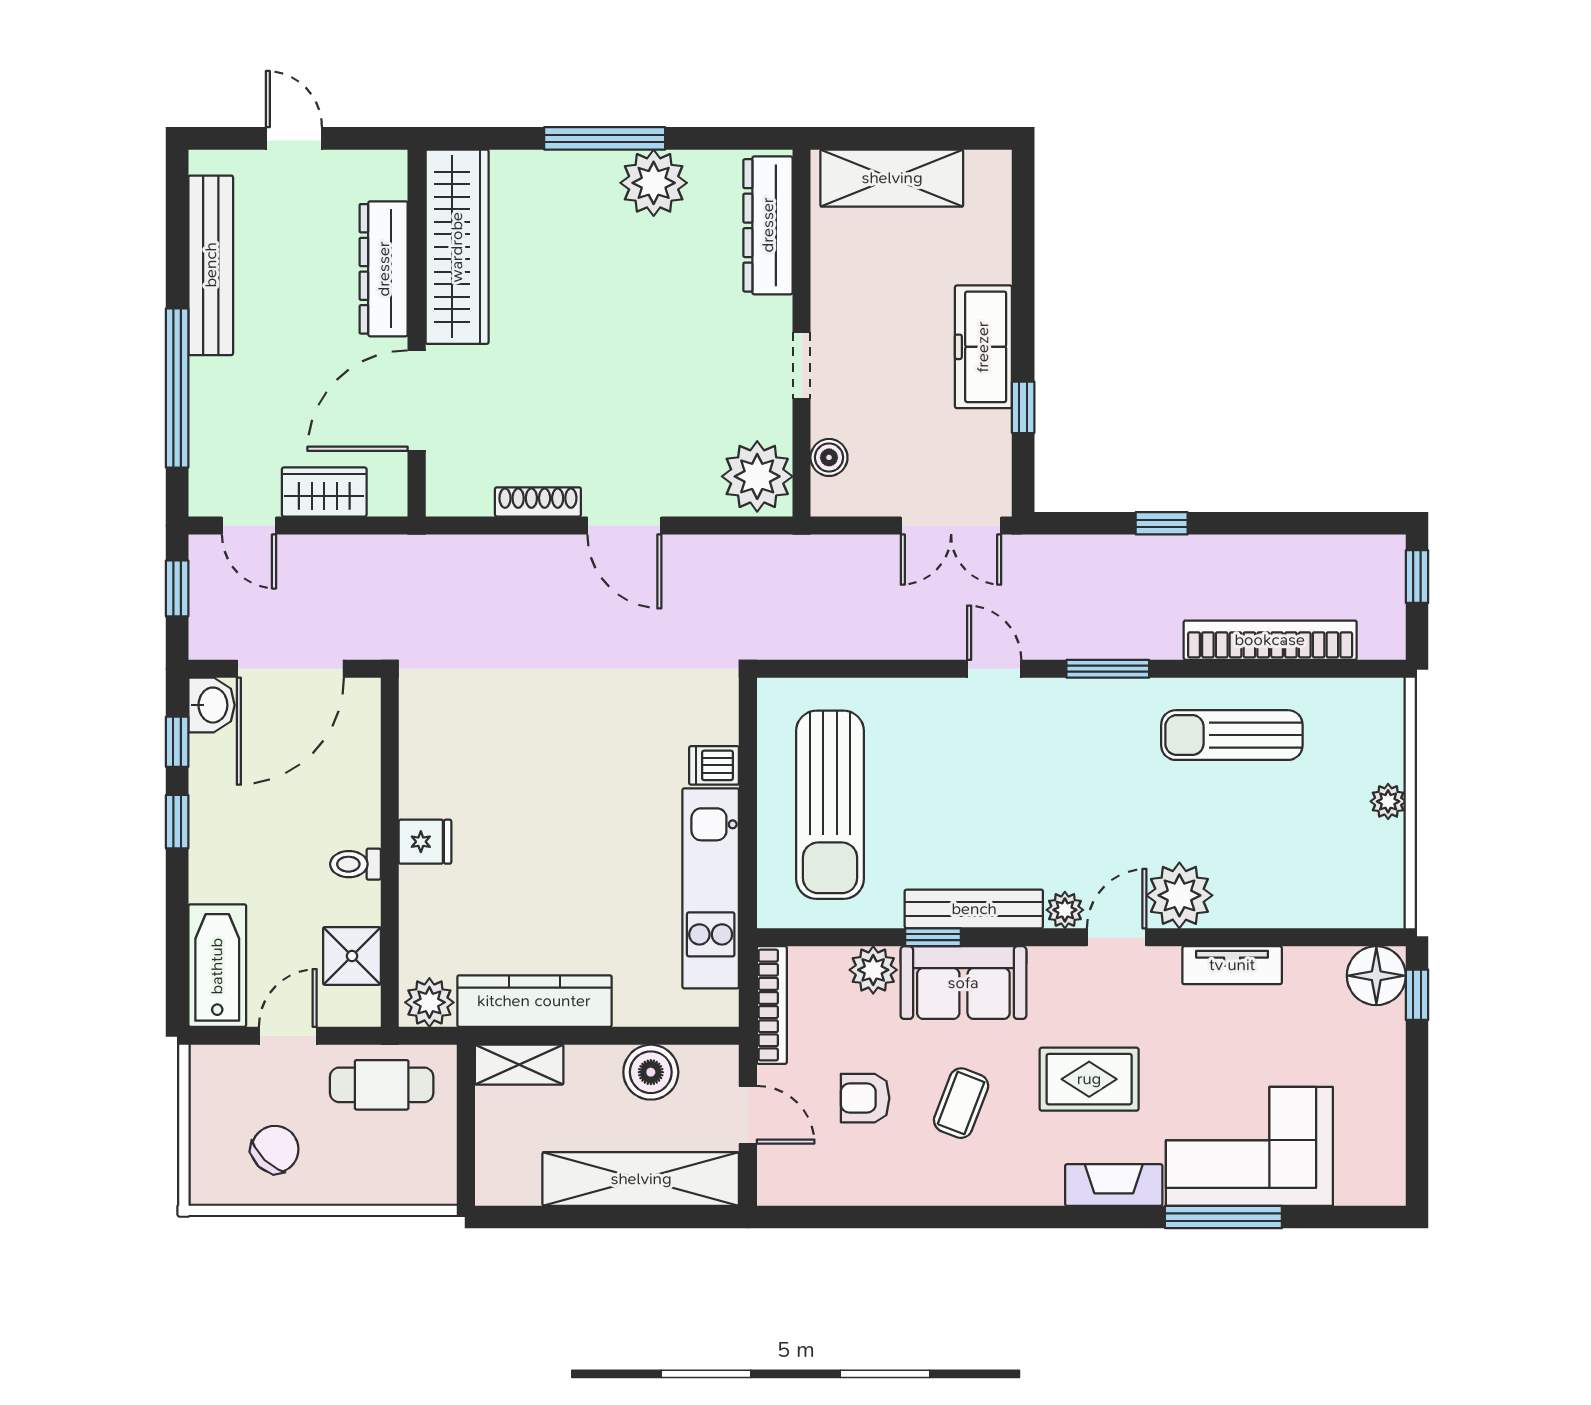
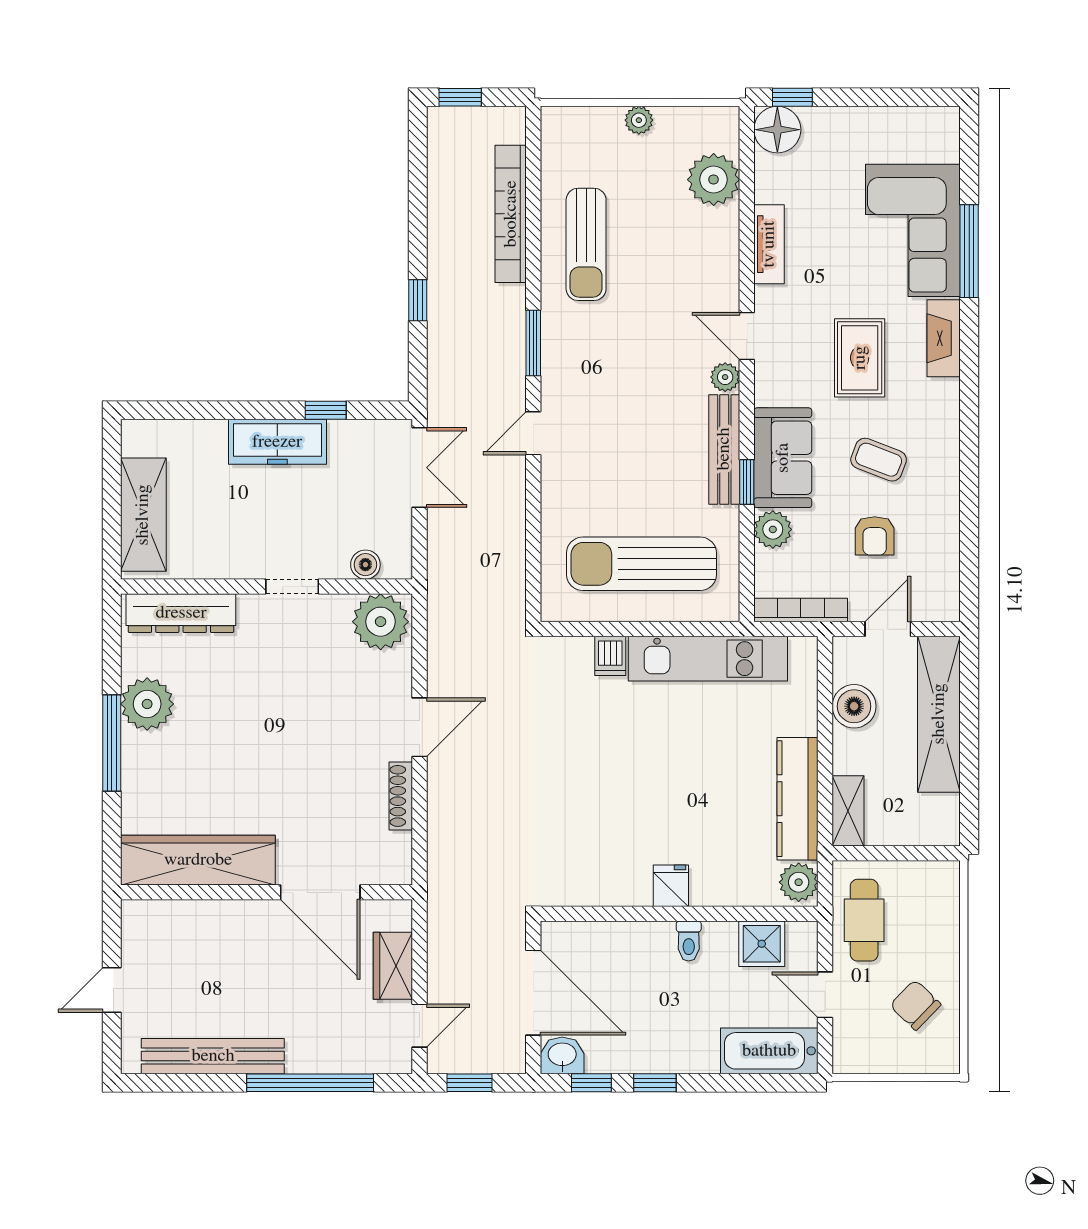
dresser: (384, 269) -> (215, 919), removed
sun lounger: (830, 805) -> (641, 564), turned 180
plant: (1179, 895) -> (714, 180), moved

